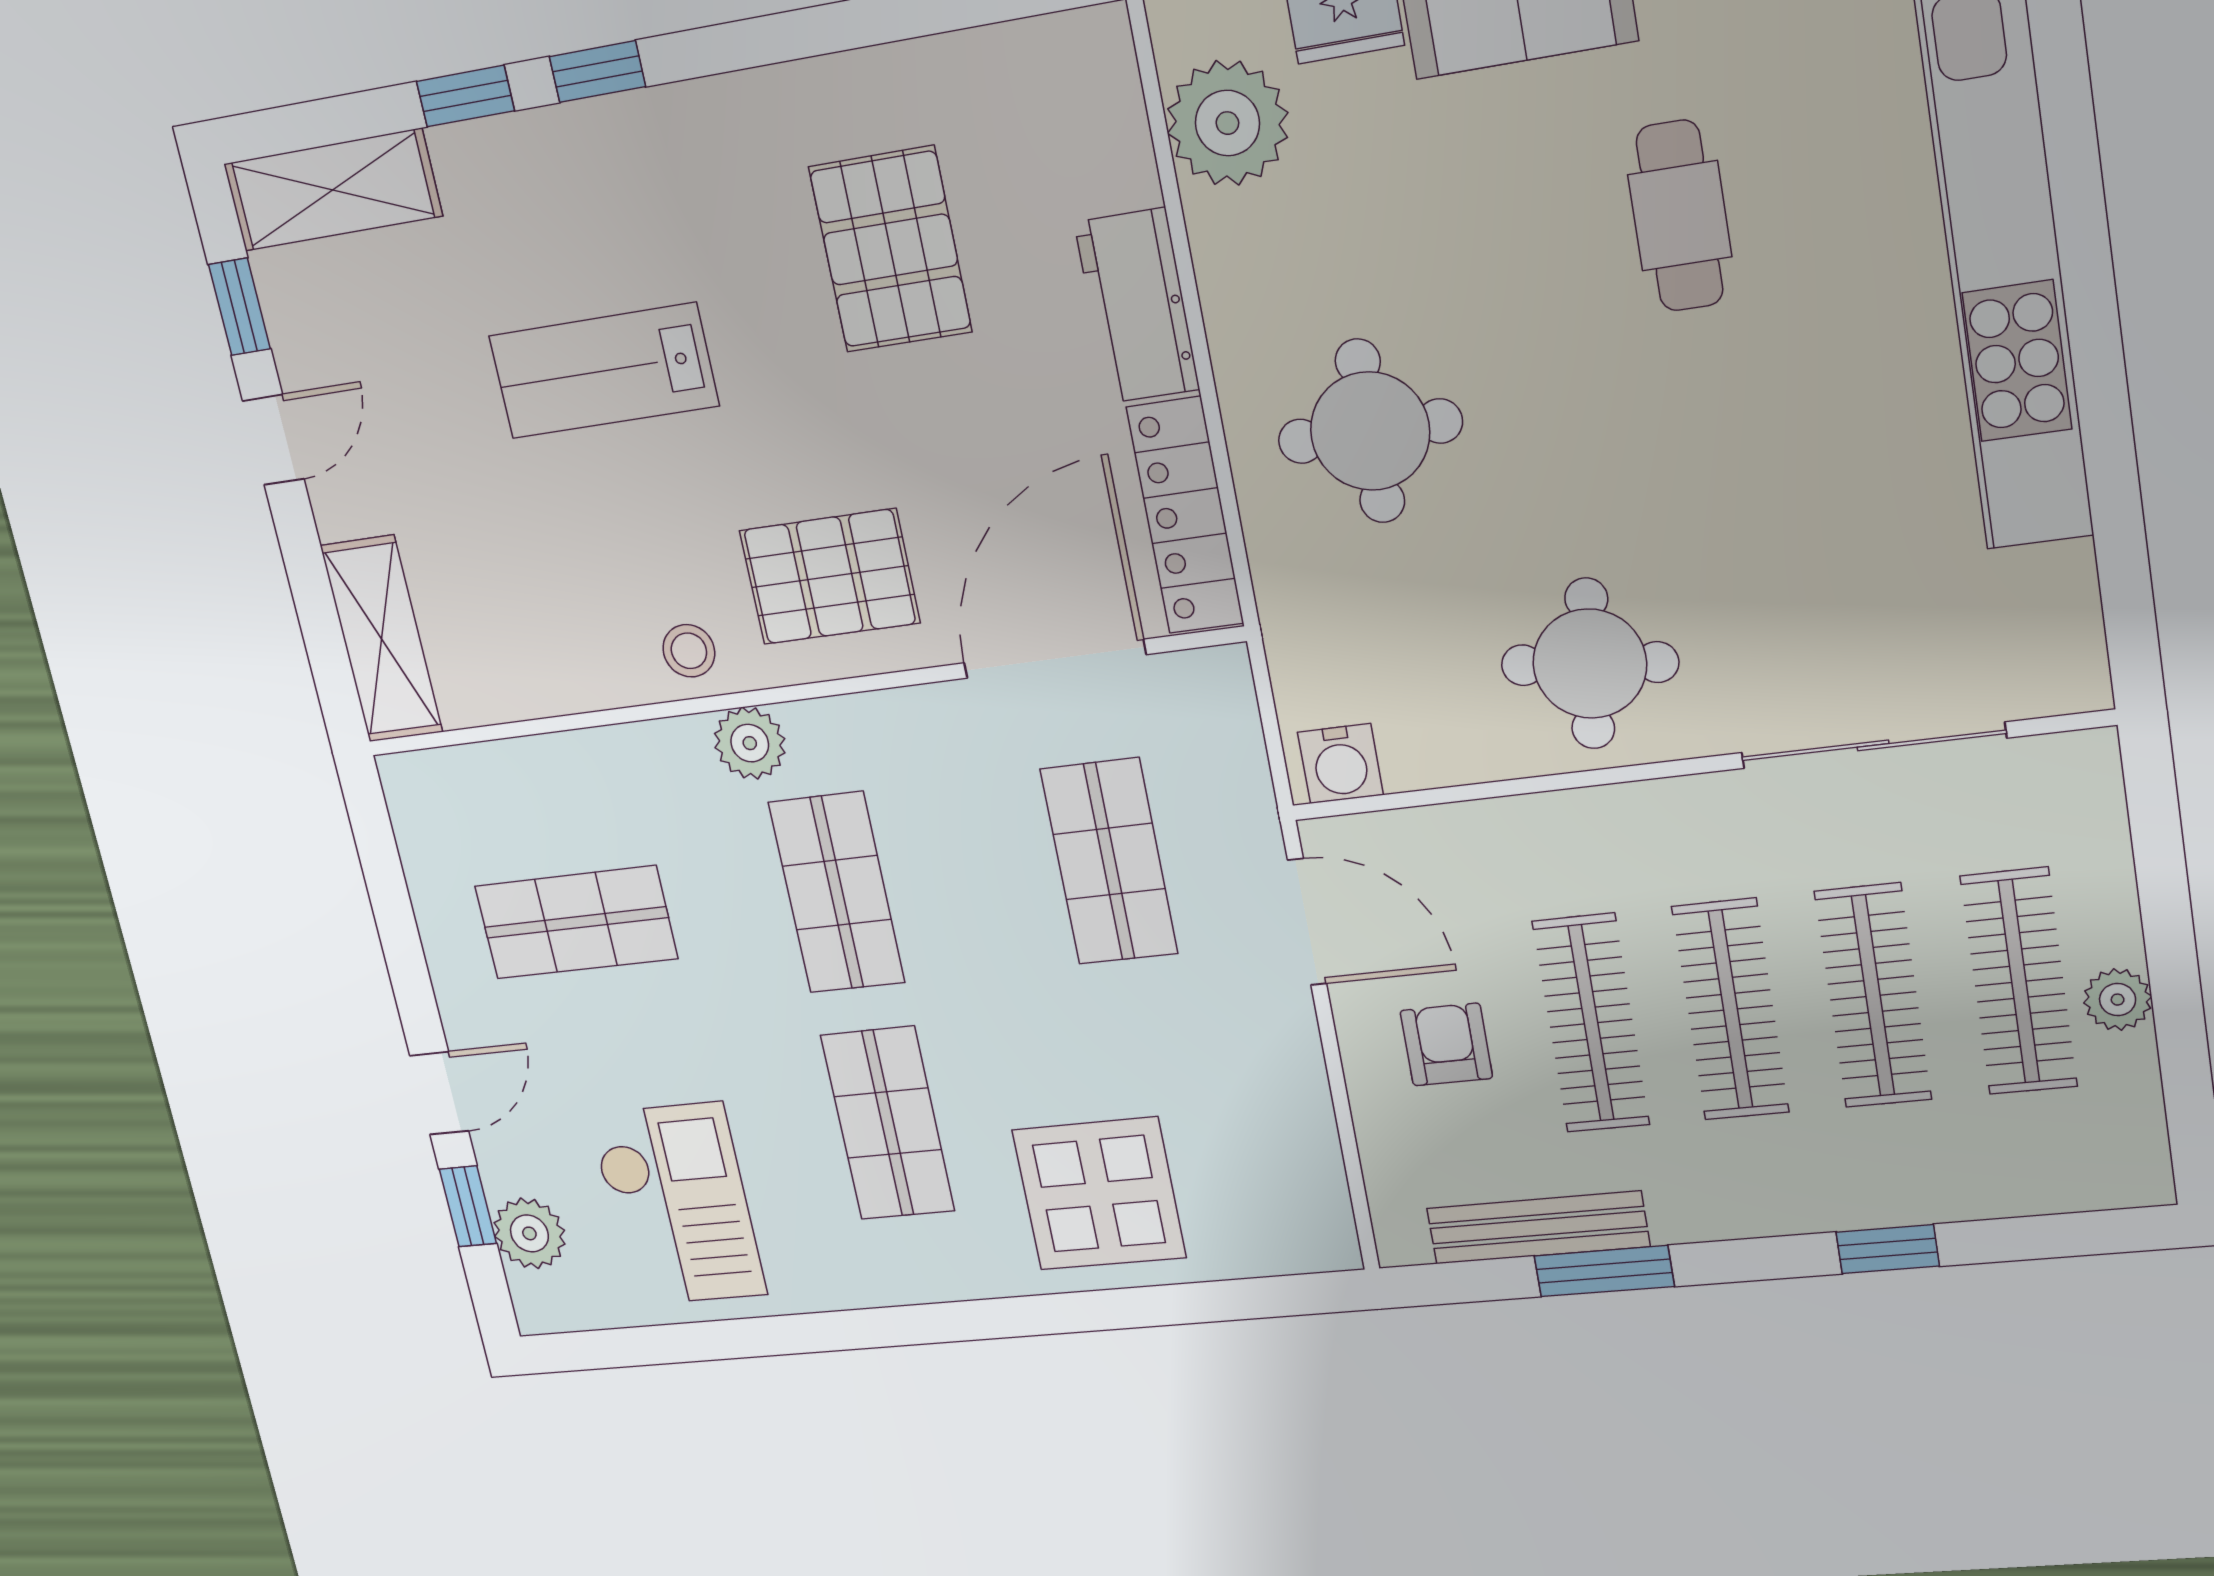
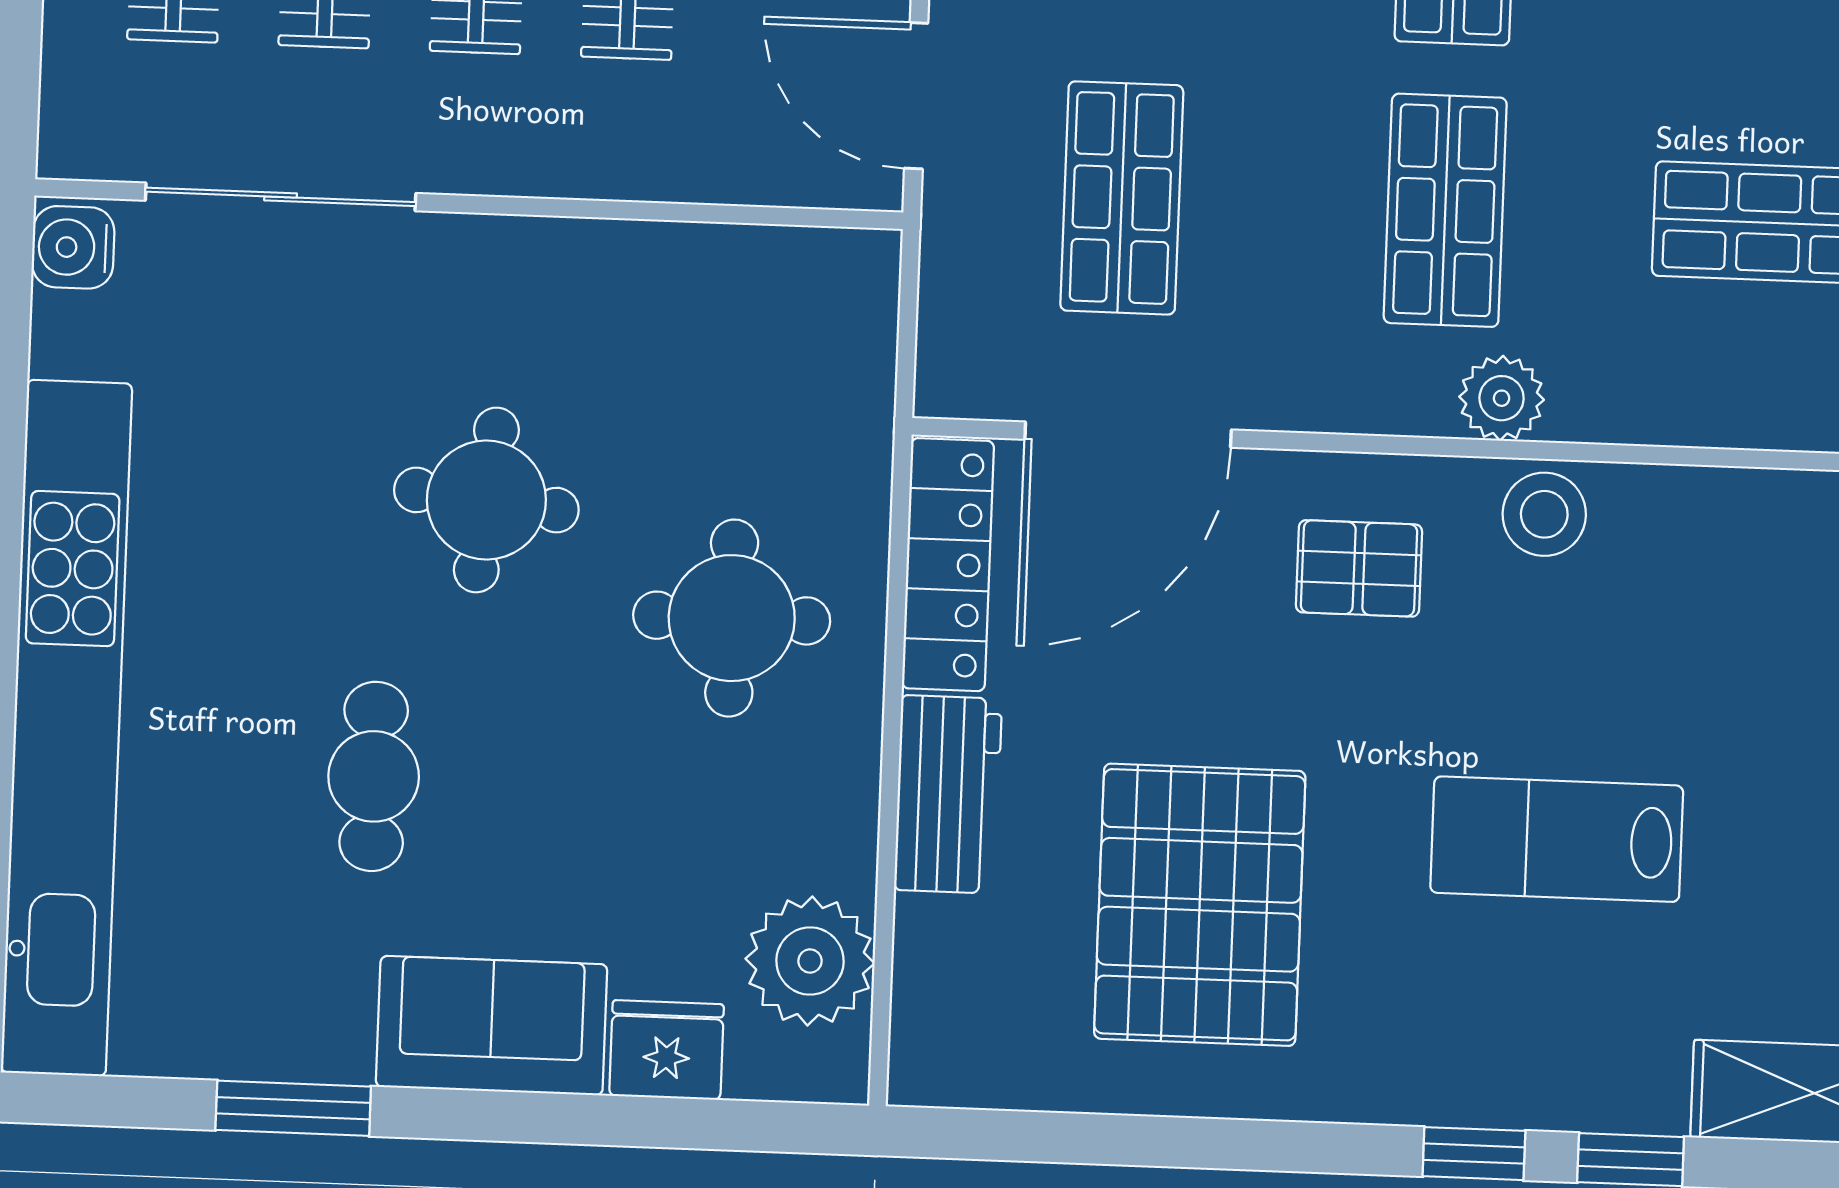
pallet: (890, 250) -> (1200, 905), width x1.37, depth x1.41
lab bench: (604, 371) -> (1557, 839), turned 180
pallet: (830, 577) -> (1359, 568), width x0.67, depth x0.71
stool: (689, 651) -> (1544, 514), width x1.37, depth x1.37
round table: (1590, 664) -> (486, 500), moved
water cooler: (1340, 764) -> (73, 247), moved, turned -90

